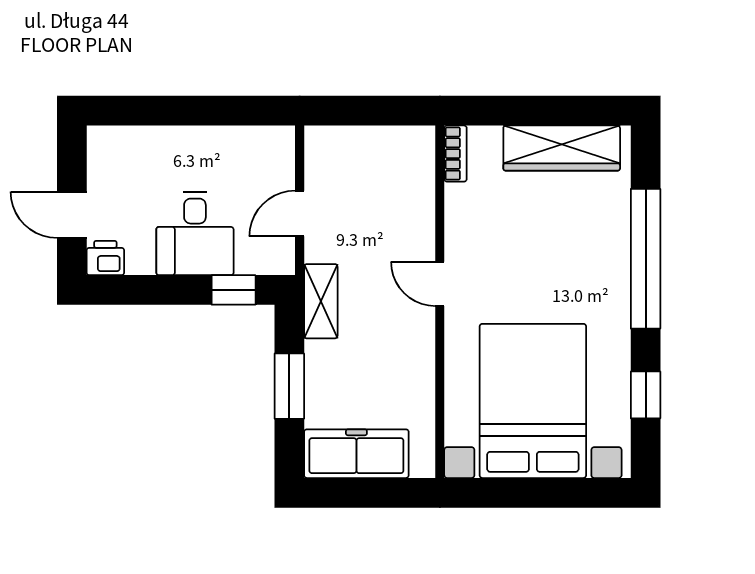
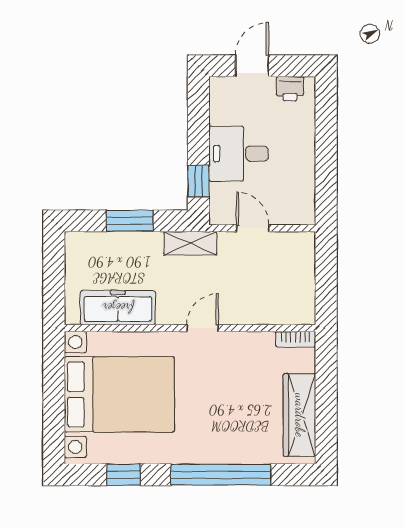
printer: (105, 258) -> (290, 89), moved, turned 90
freezer: (356, 454) -> (118, 308), moved, turned -90

